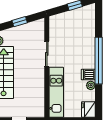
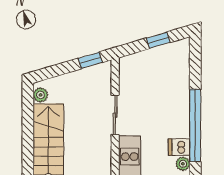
window: (20, 22) -> (90, 60), moved

